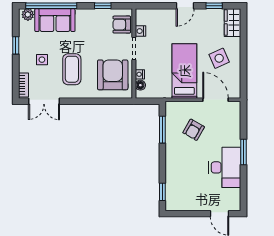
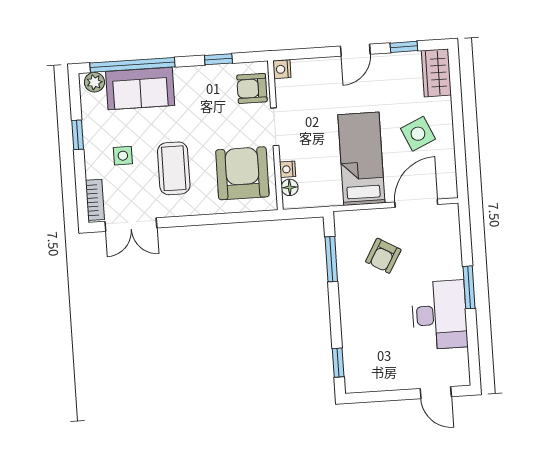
nightstand: (140, 31) -> (282, 69), moved
door: (215, 100) -> (416, 203), hinge flipped

